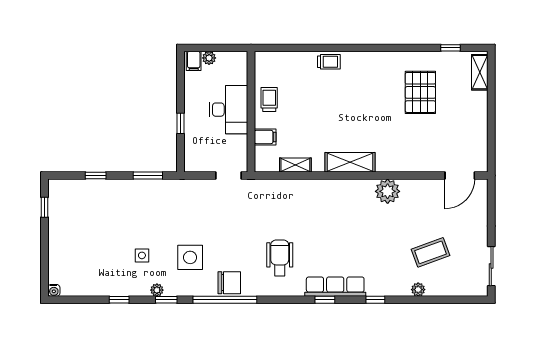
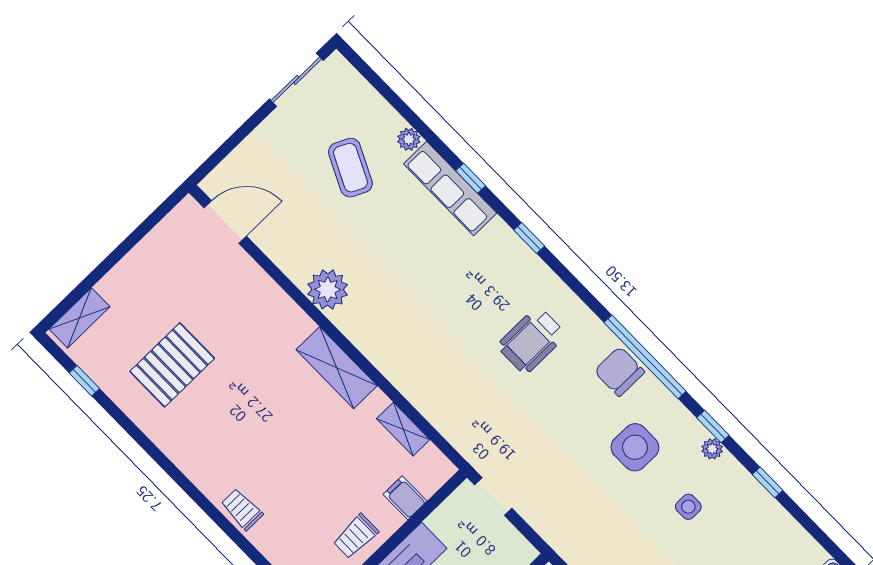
coffee table: (431, 252) -> (350, 168), turned 46
row of seats: (335, 287) -> (450, 188), moved

